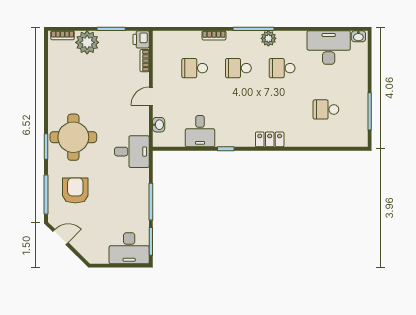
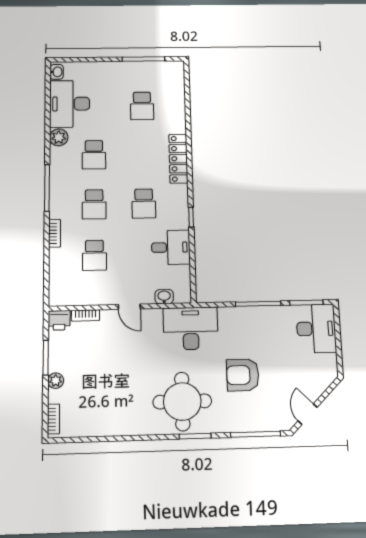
plant: (268, 38) -> (59, 137), moved
plant: (87, 42) -> (56, 381), width x0.53, depth x0.53
school desk: (238, 109) -> (144, 203), added
locker: (270, 139) -> (178, 159), width x1.53
desk: (132, 152) -> (191, 328), width x1.37
armchair: (75, 190) -> (243, 375), moved

